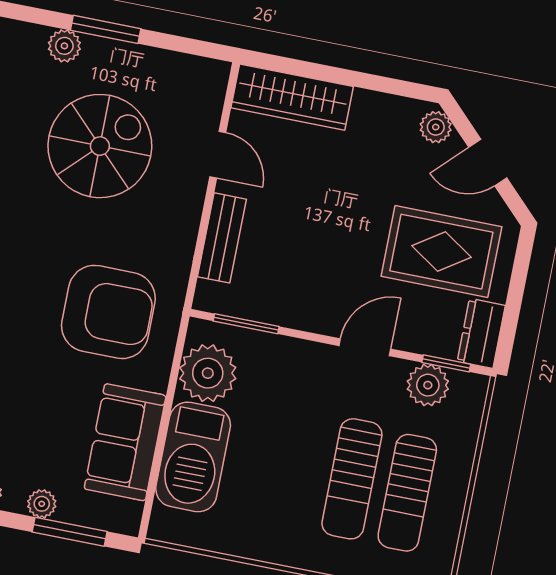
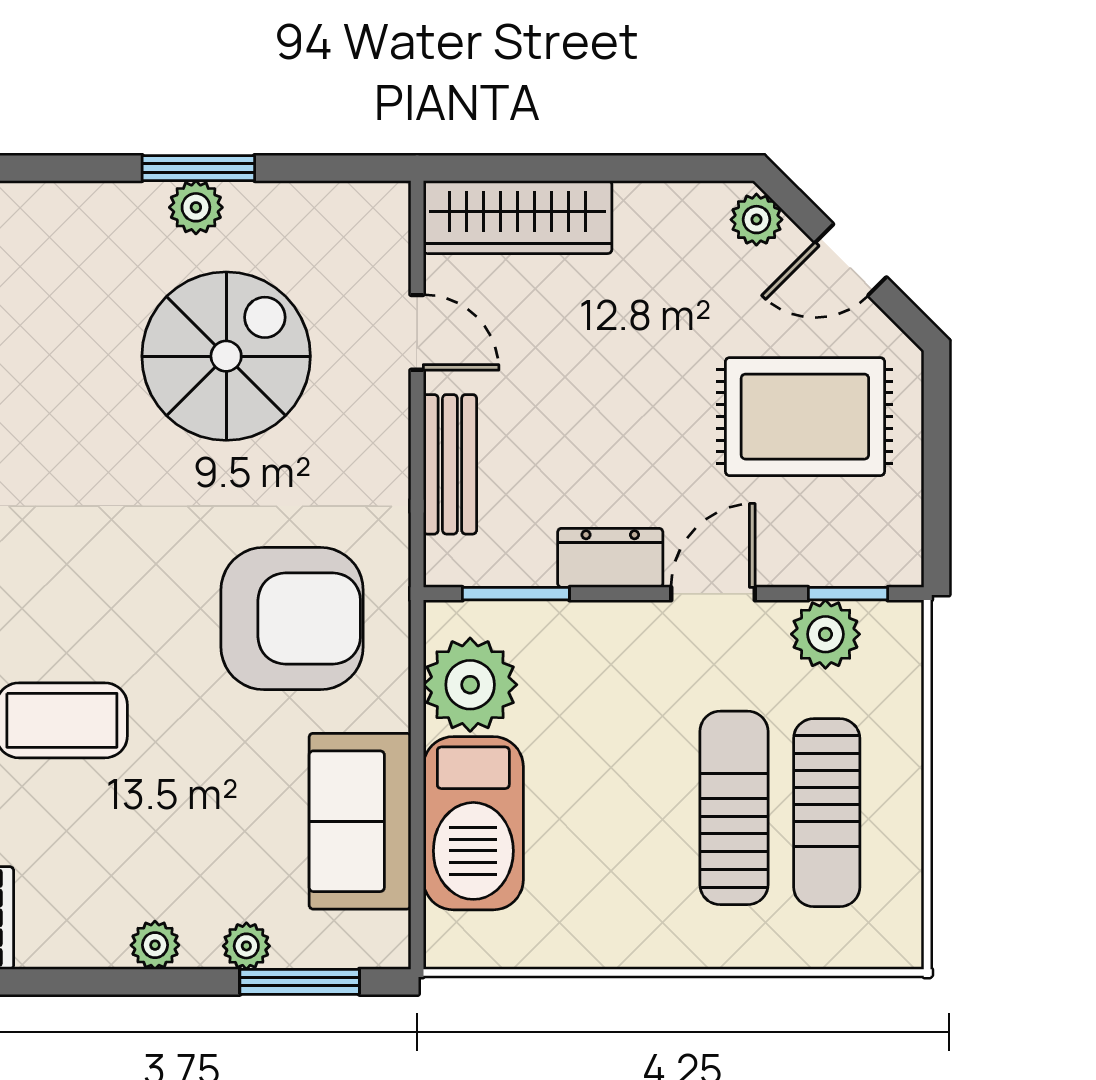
plant: (64, 46) -> (196, 207), moved
dresser: (481, 333) -> (610, 558), moved, turned 90
sun lounger: (352, 479) -> (734, 808), turned 180

